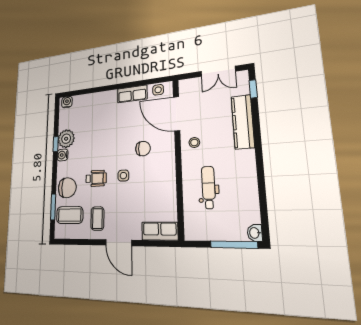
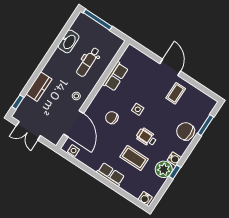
double door: (218, 71) -> (28, 131), swing flipped
row of seats: (132, 94) -> (111, 174), moved
kitchen counter: (243, 122) -> (39, 87), width x0.67
wheelchair: (96, 178) -> (146, 137), moved
coffee table: (70, 215) -> (134, 158), moved
row of seats: (160, 231) -> (115, 76), moved, turned -90
washbasin: (255, 233) -> (69, 41), moved, width x1.91, depth x1.45

